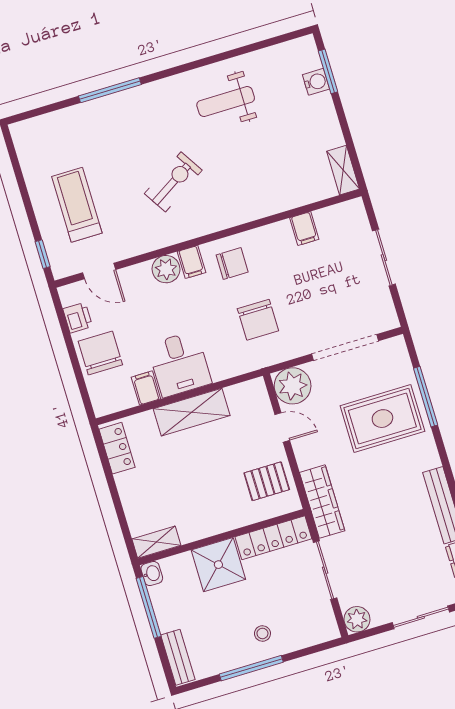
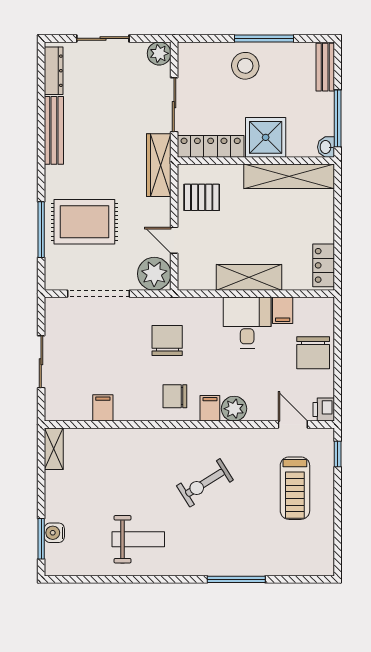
printer: (78, 318) -> (324, 410), moved
shelving: (156, 542) -> (289, 176), width x2.20, depth x1.33
stool: (262, 633) -> (245, 66), width x1.89, depth x1.89

